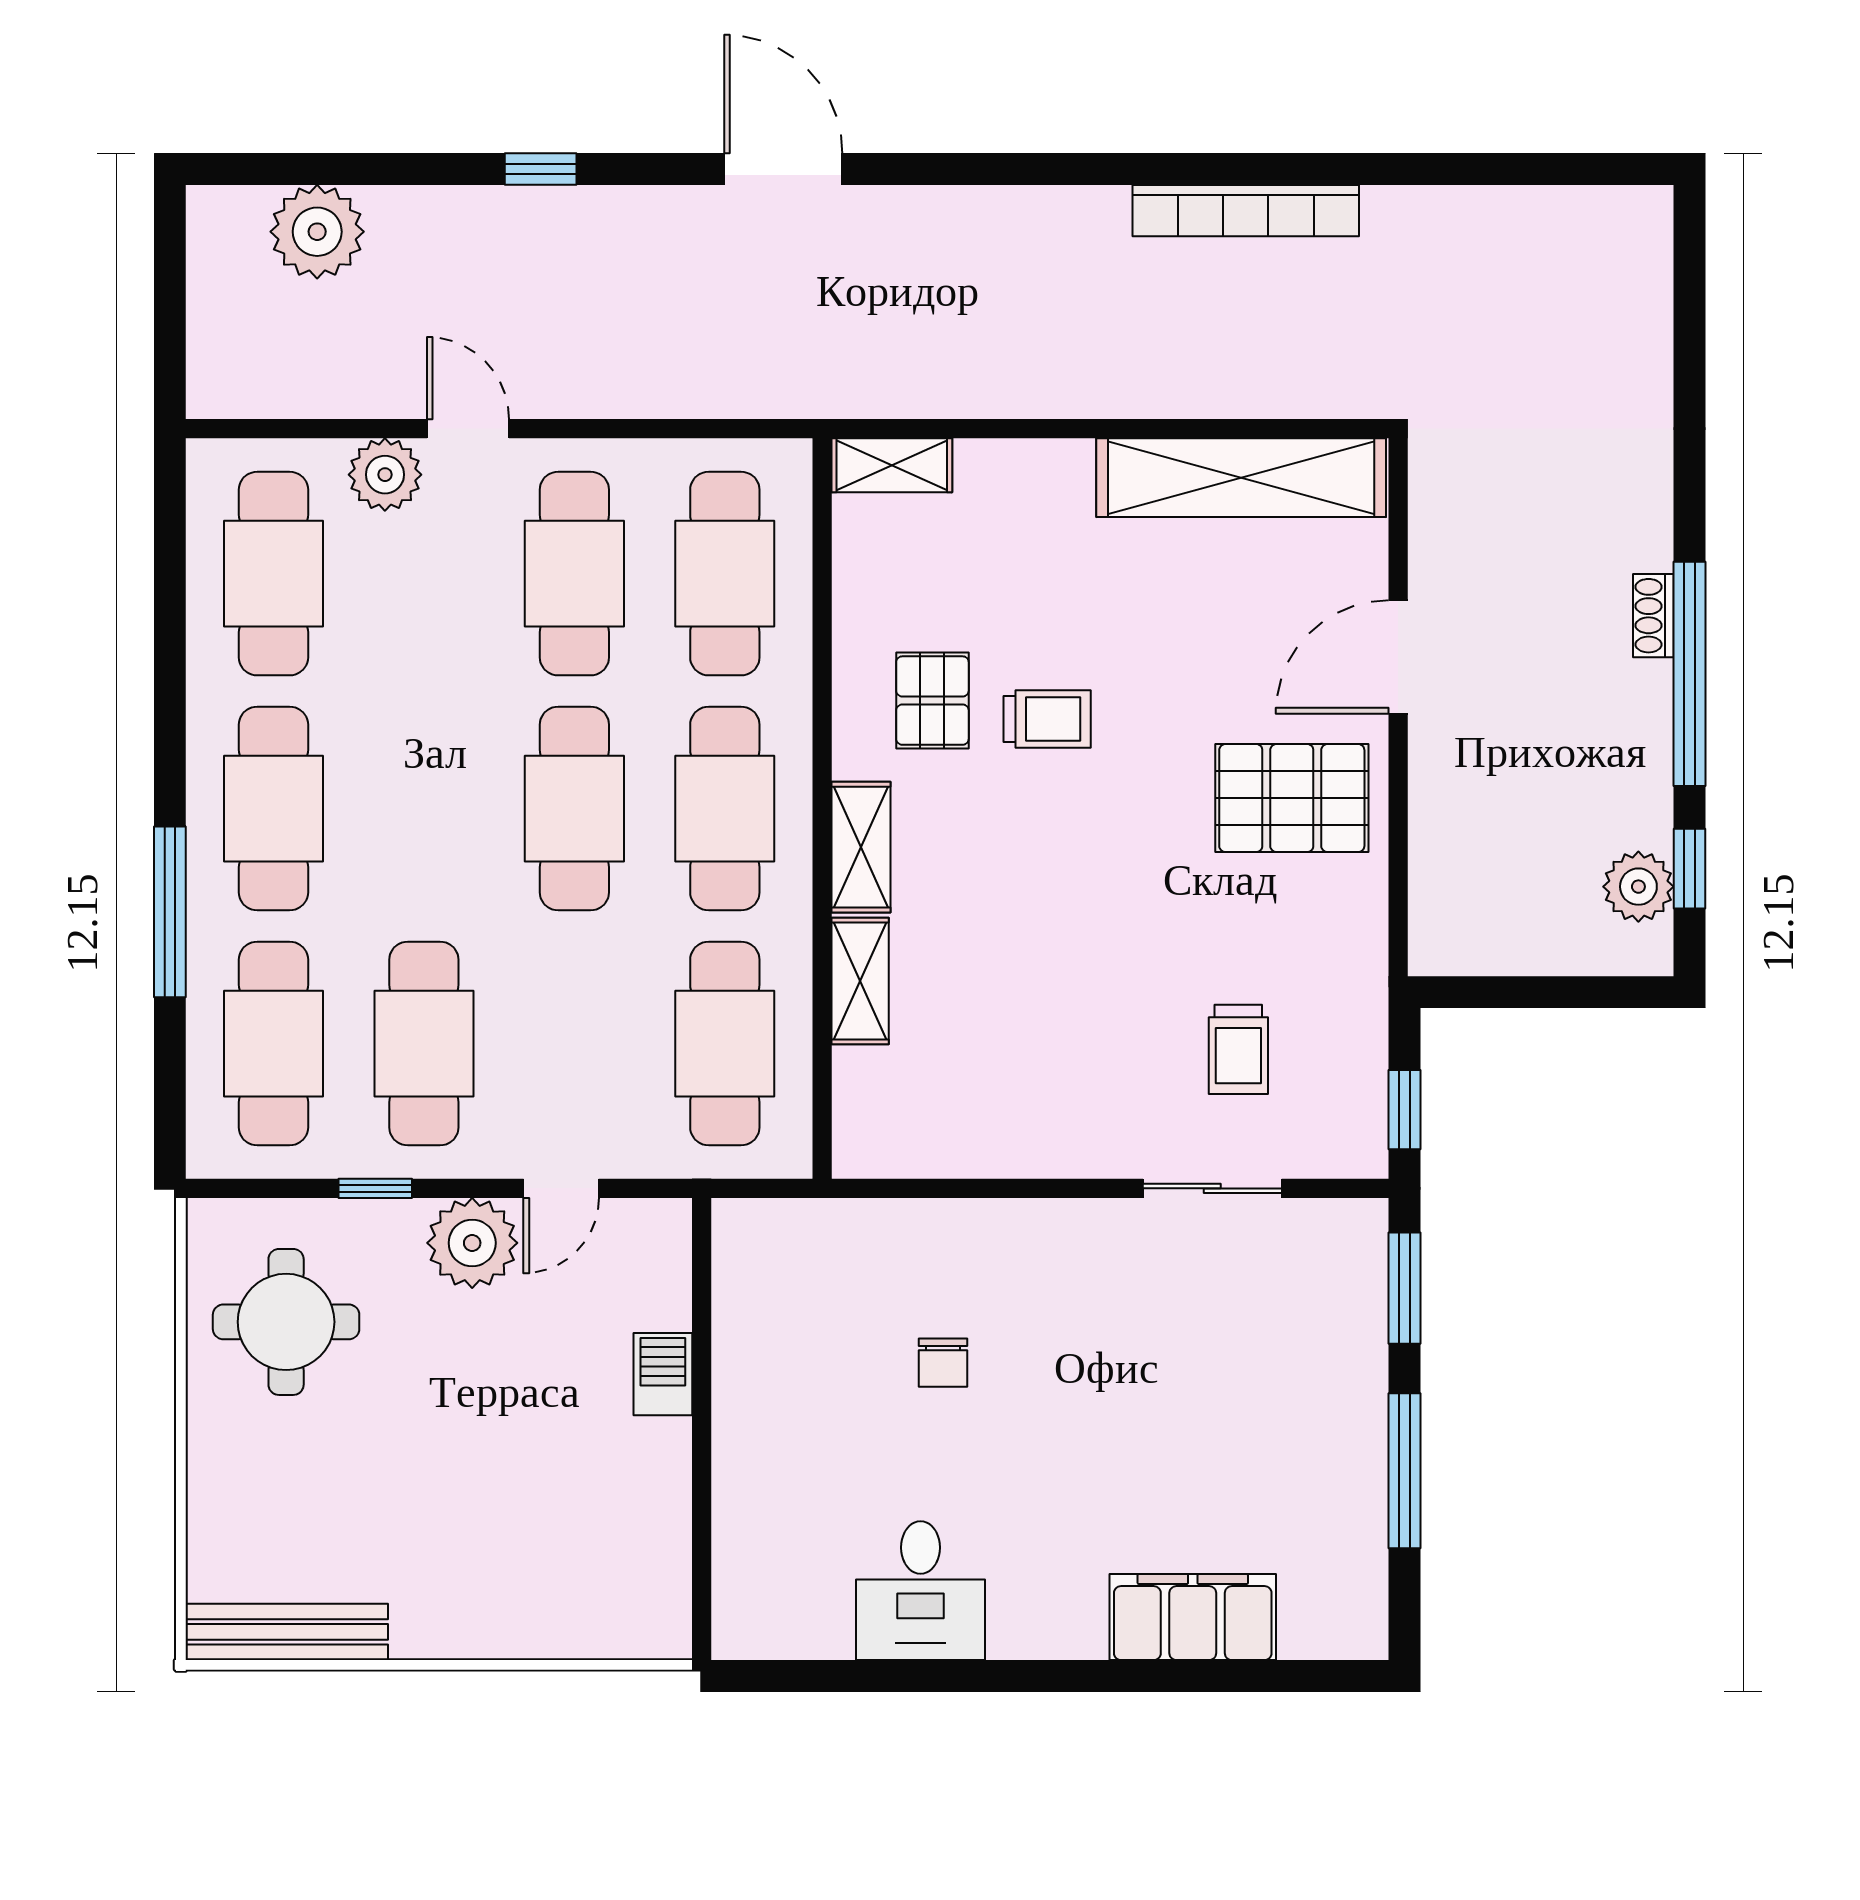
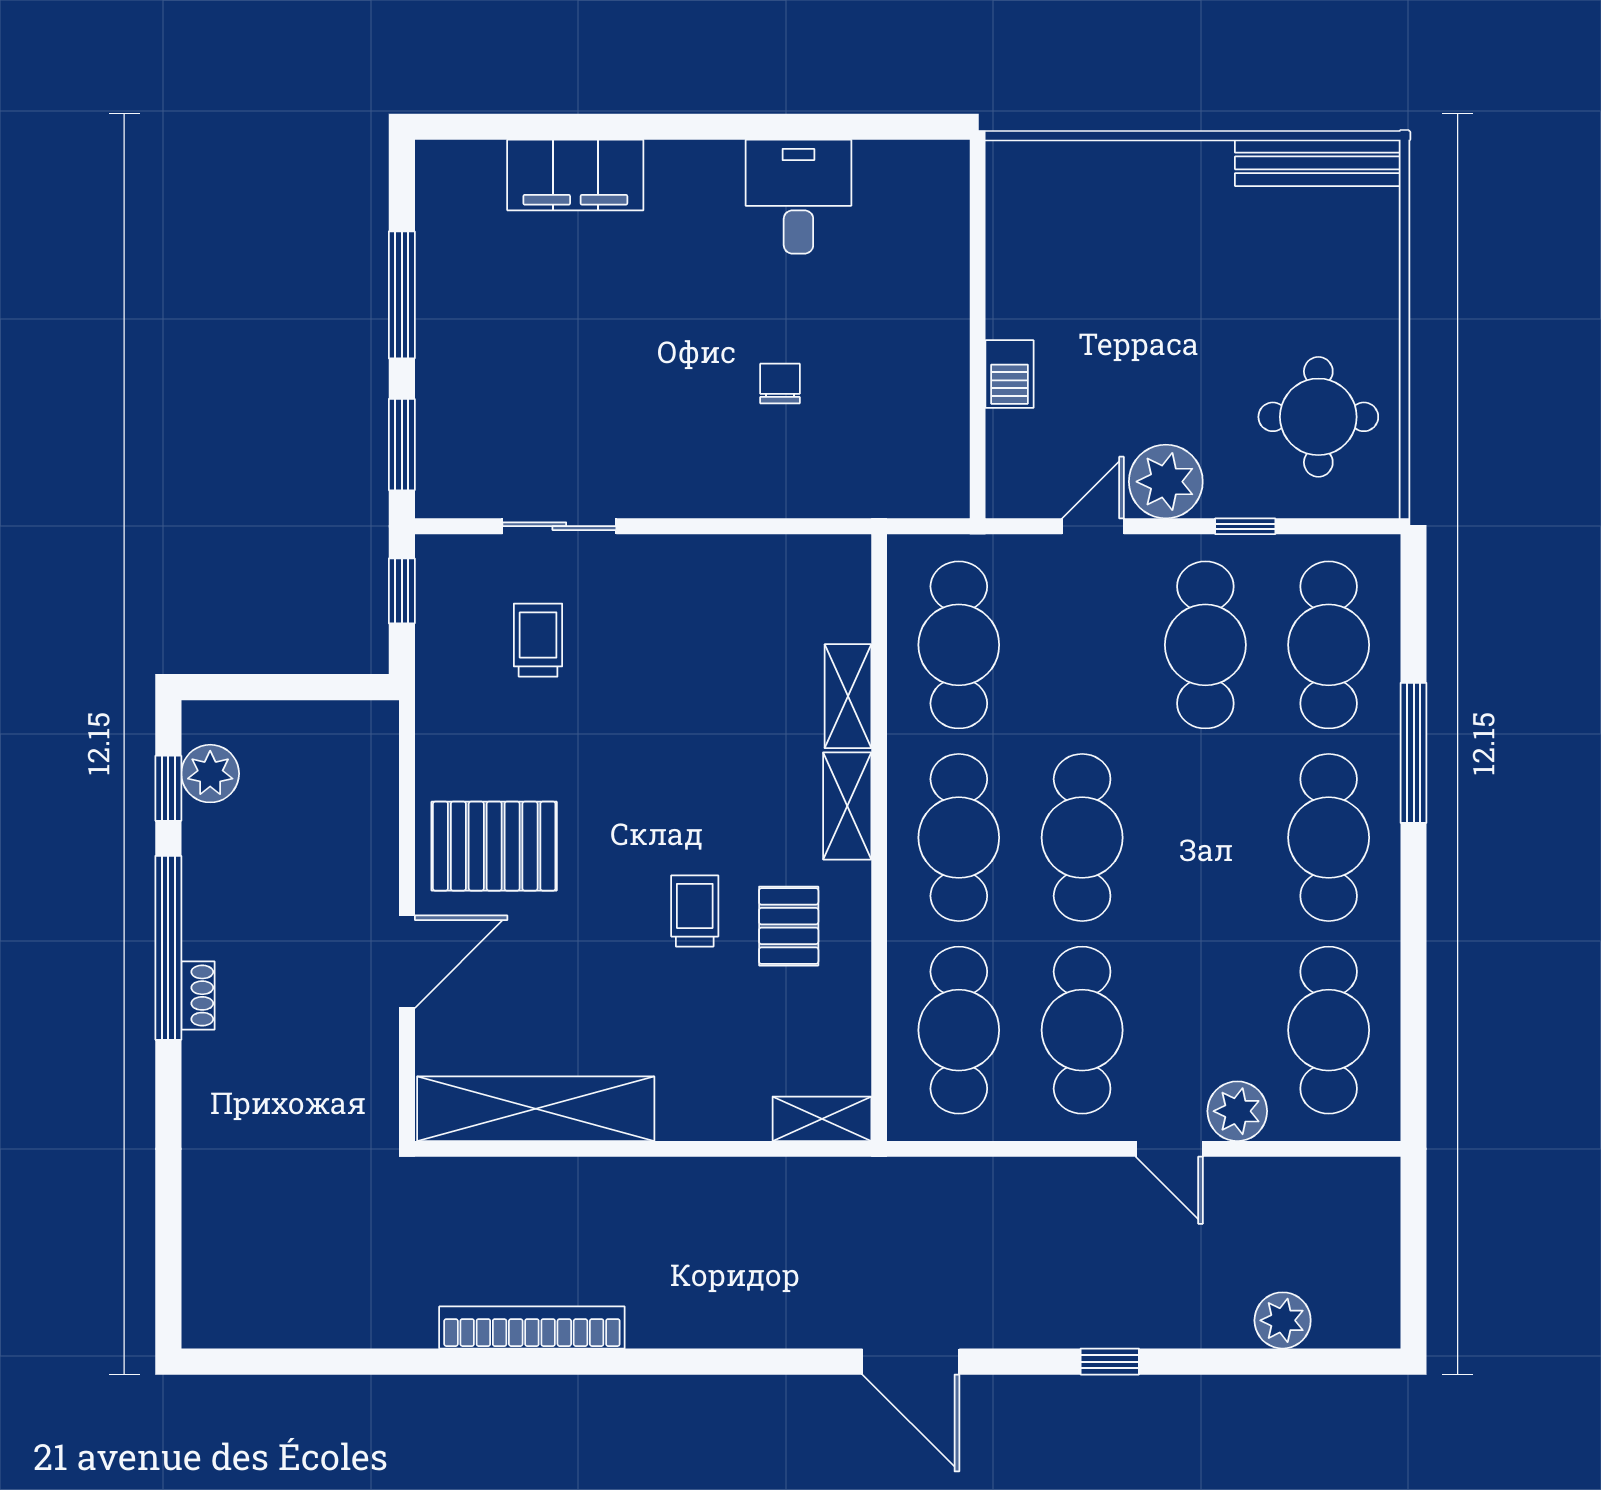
plant: (317, 232) -> (1283, 1320), width x0.73, depth x0.73
trolley: (1047, 719) -> (695, 911), turned 90

